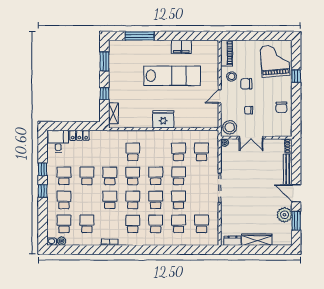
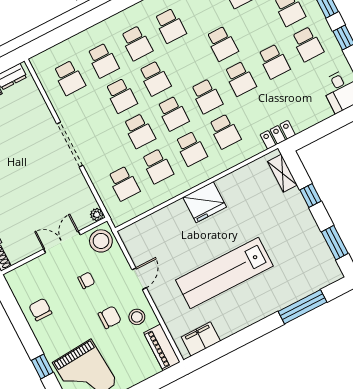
filing cabinet: (181, 47) -> (201, 339), moved
locker: (79, 135) -> (278, 135), moved
school desk: (133, 200) -> (191, 149), moved

